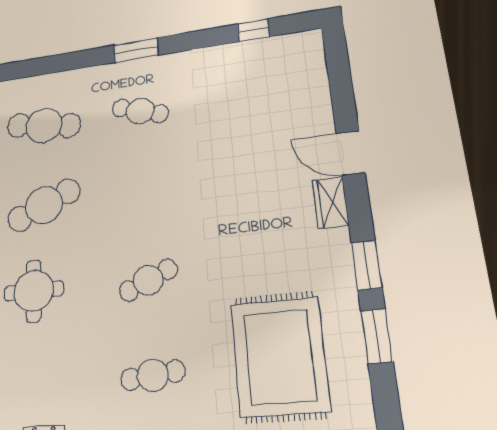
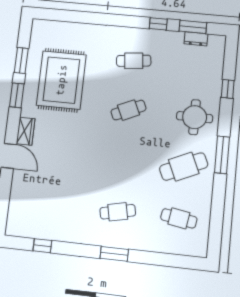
cafe table: (140, 111) -> (118, 212), turned -30
cafe table: (44, 126) -> (179, 218), width x0.73, depth x0.74
rug: (280, 357) -> (61, 80), moved

